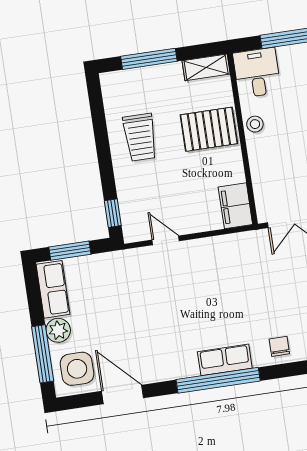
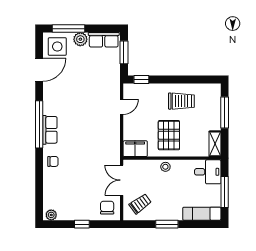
stool: (255, 124) -> (165, 167), moved
pallet: (209, 129) -> (169, 135), moved
trolley: (140, 137) -> (181, 101), turned 180

